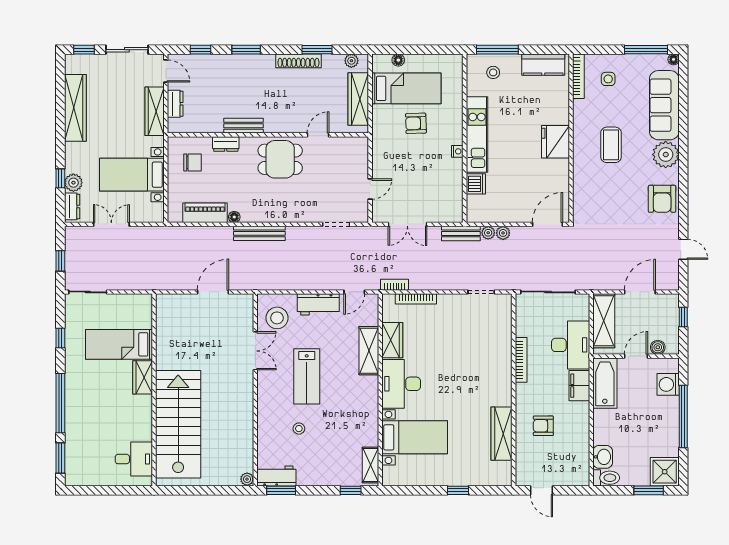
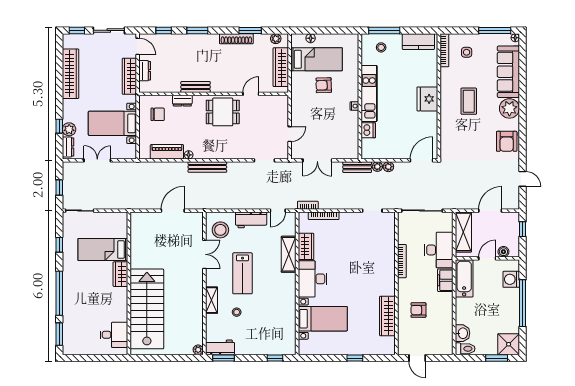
shelving: (370, 465) -> (211, 300), moved

